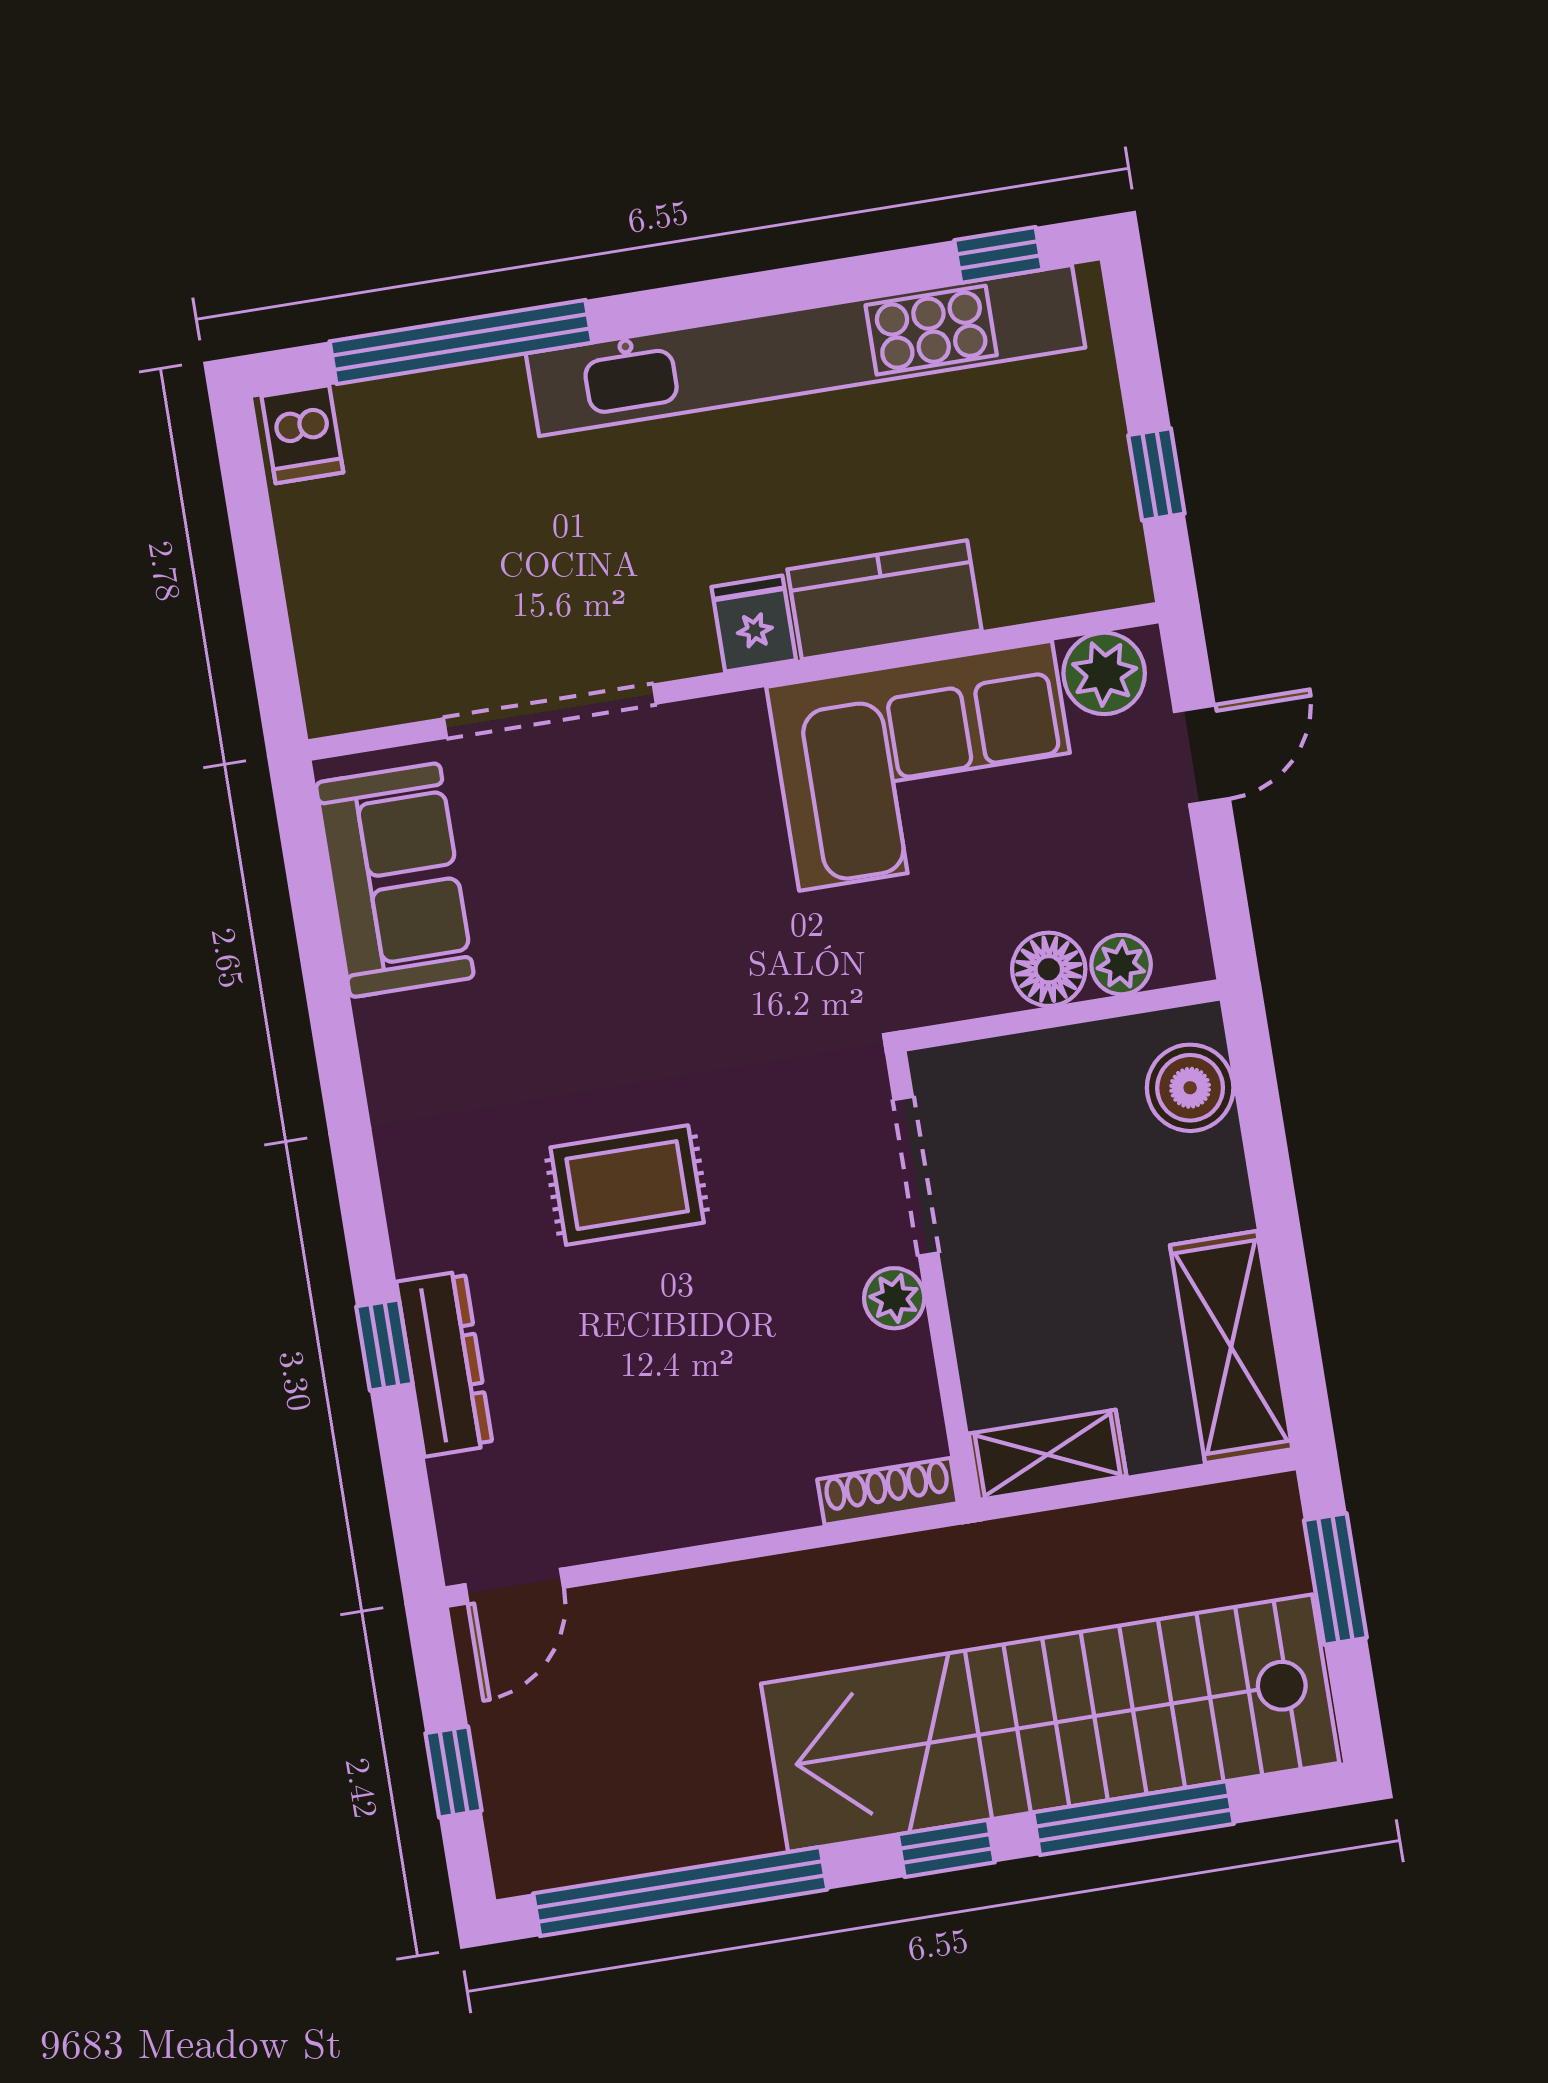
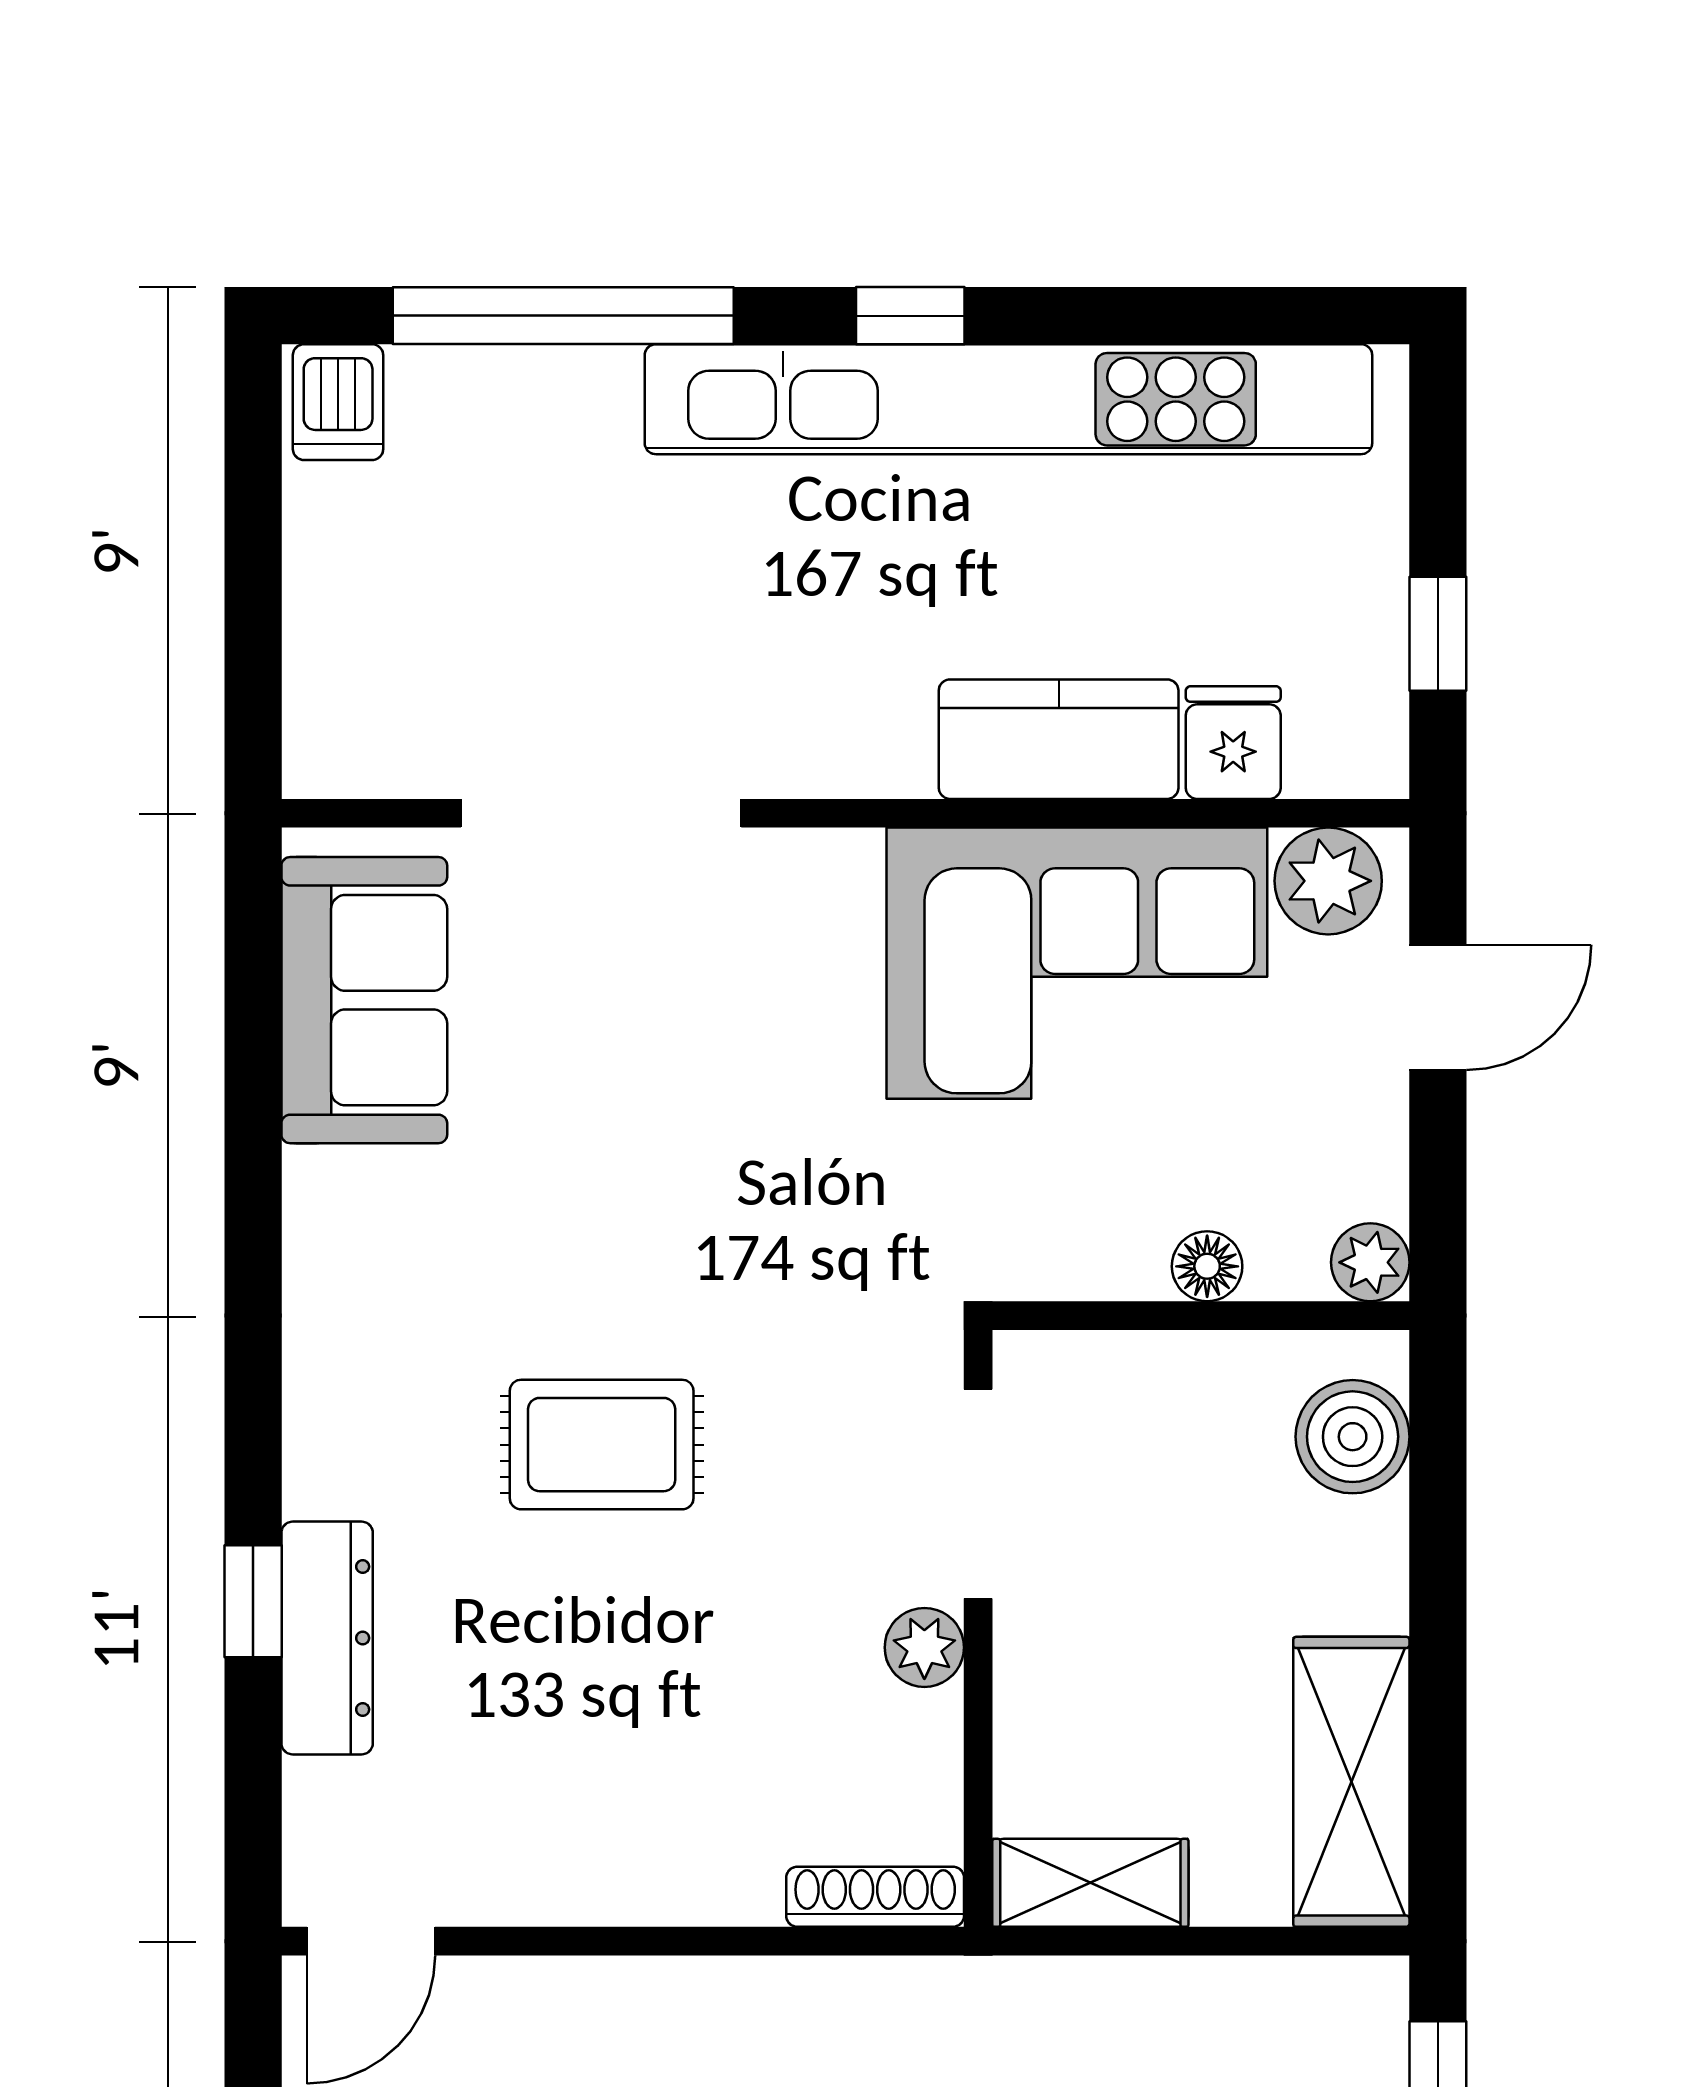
window: (998, 255) -> (910, 316), moved
fridge: (754, 624) -> (1233, 743), moved
plant: (1121, 965) -> (1370, 1262), moved
floor lamp: (1049, 969) -> (1207, 1266), width x0.73, depth x0.73

